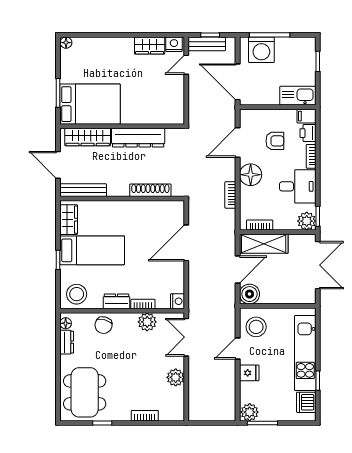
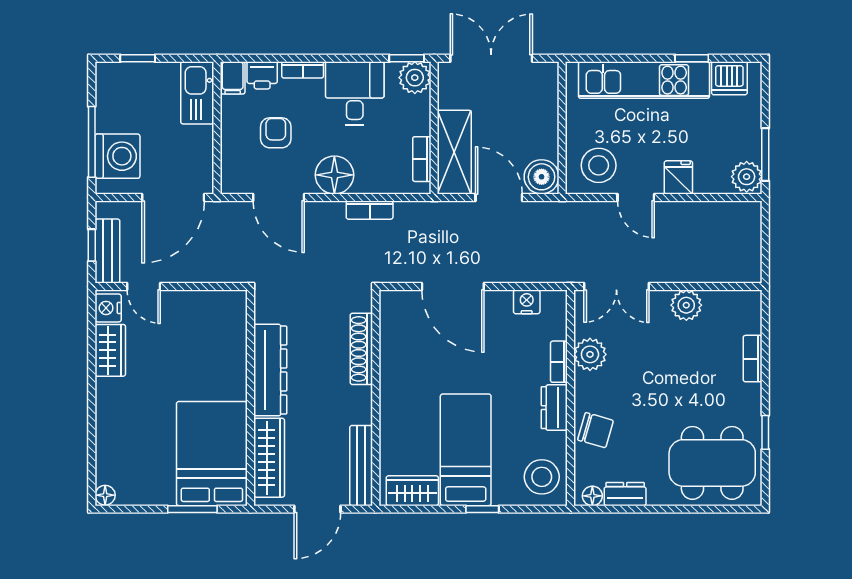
nightstand: (177, 301) -> (527, 302), moved

